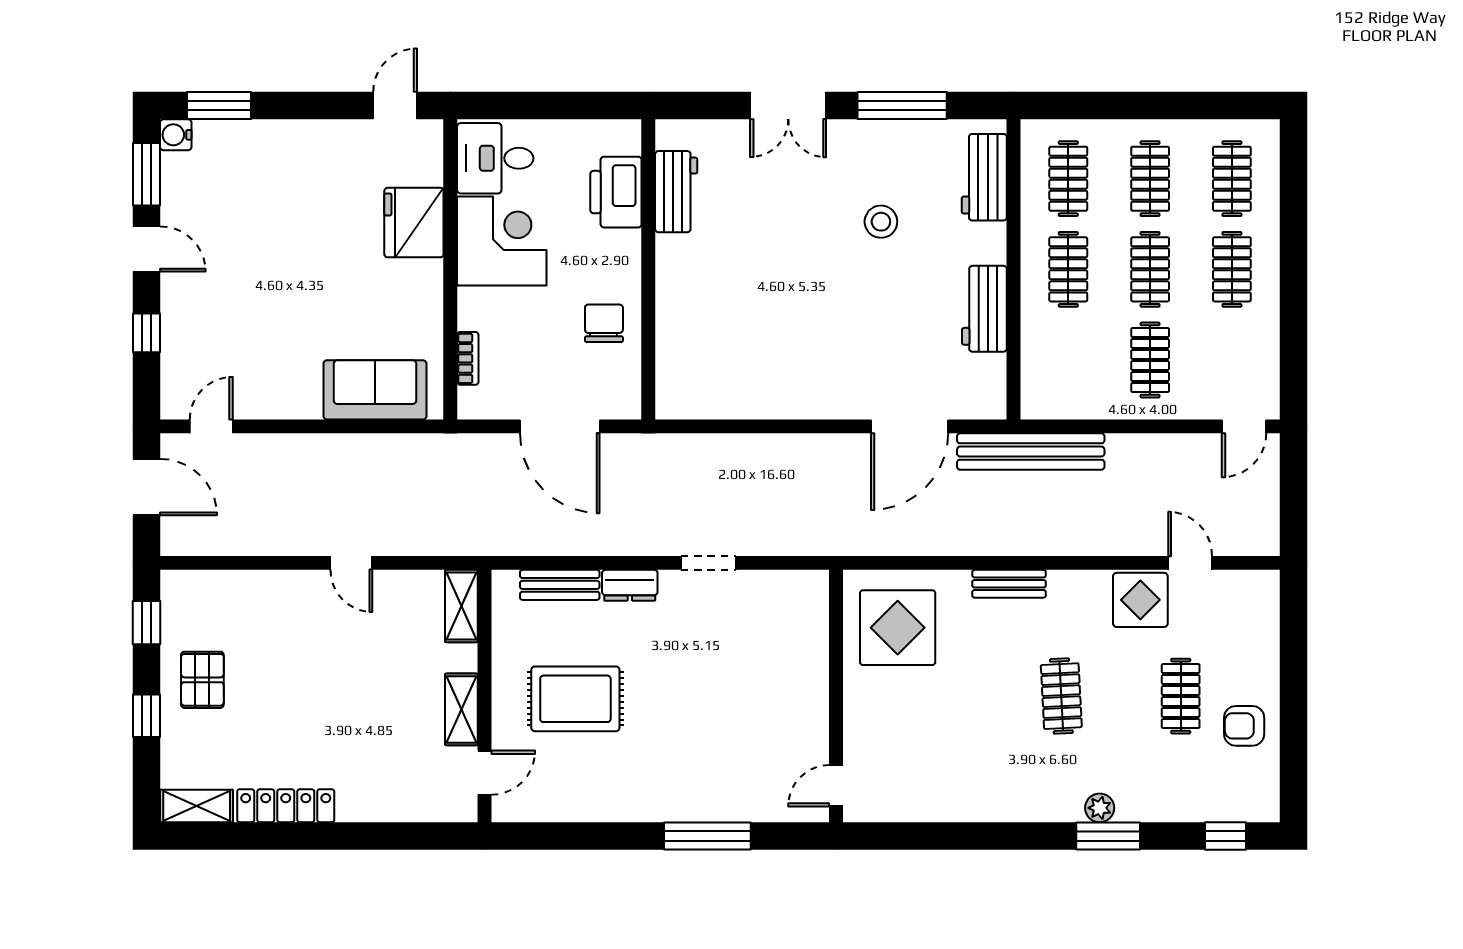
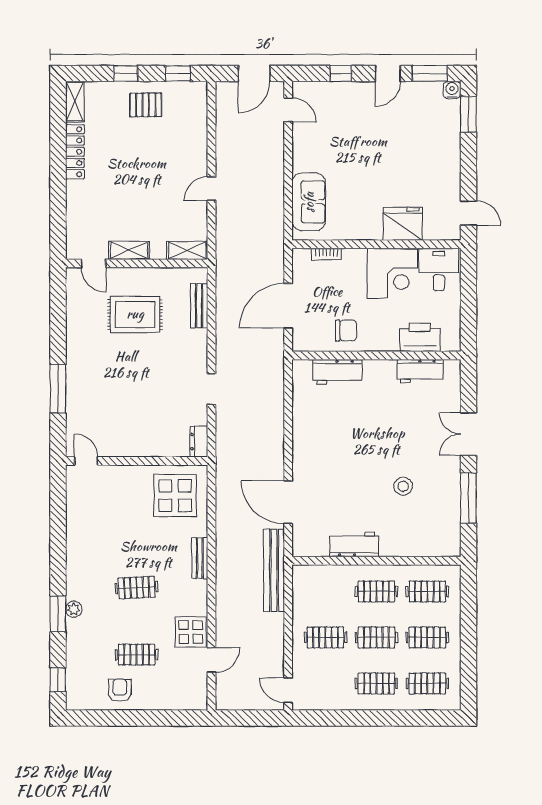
workbench: (984, 177) -> (337, 372), moved, turned 180
dresser: (630, 585) -> (199, 442), moved
rug: (575, 699) -> (135, 314), turned 90

